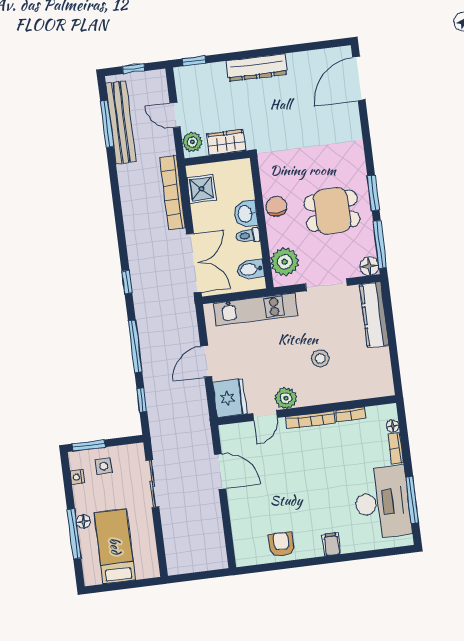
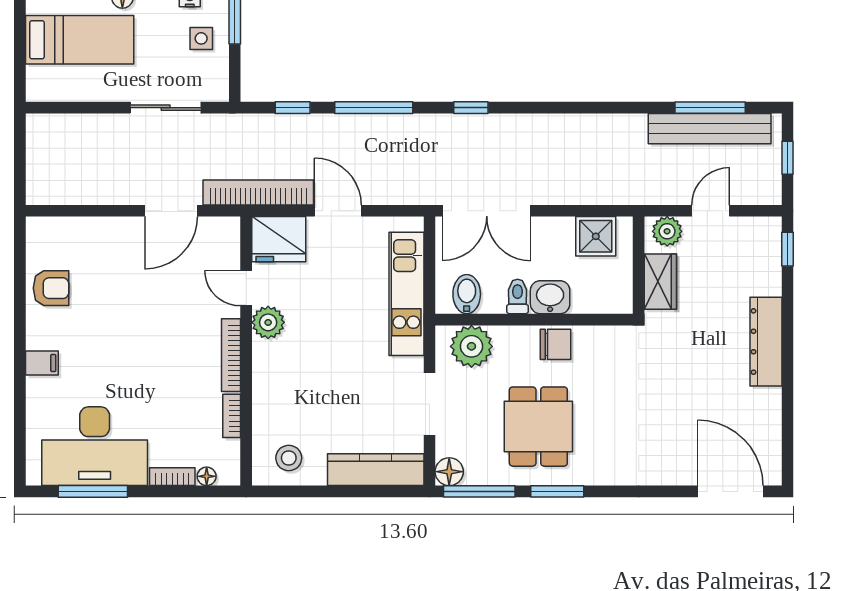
bookcase: (173, 193) -> (258, 193), moved
stool: (320, 358) -> (289, 458), moved

